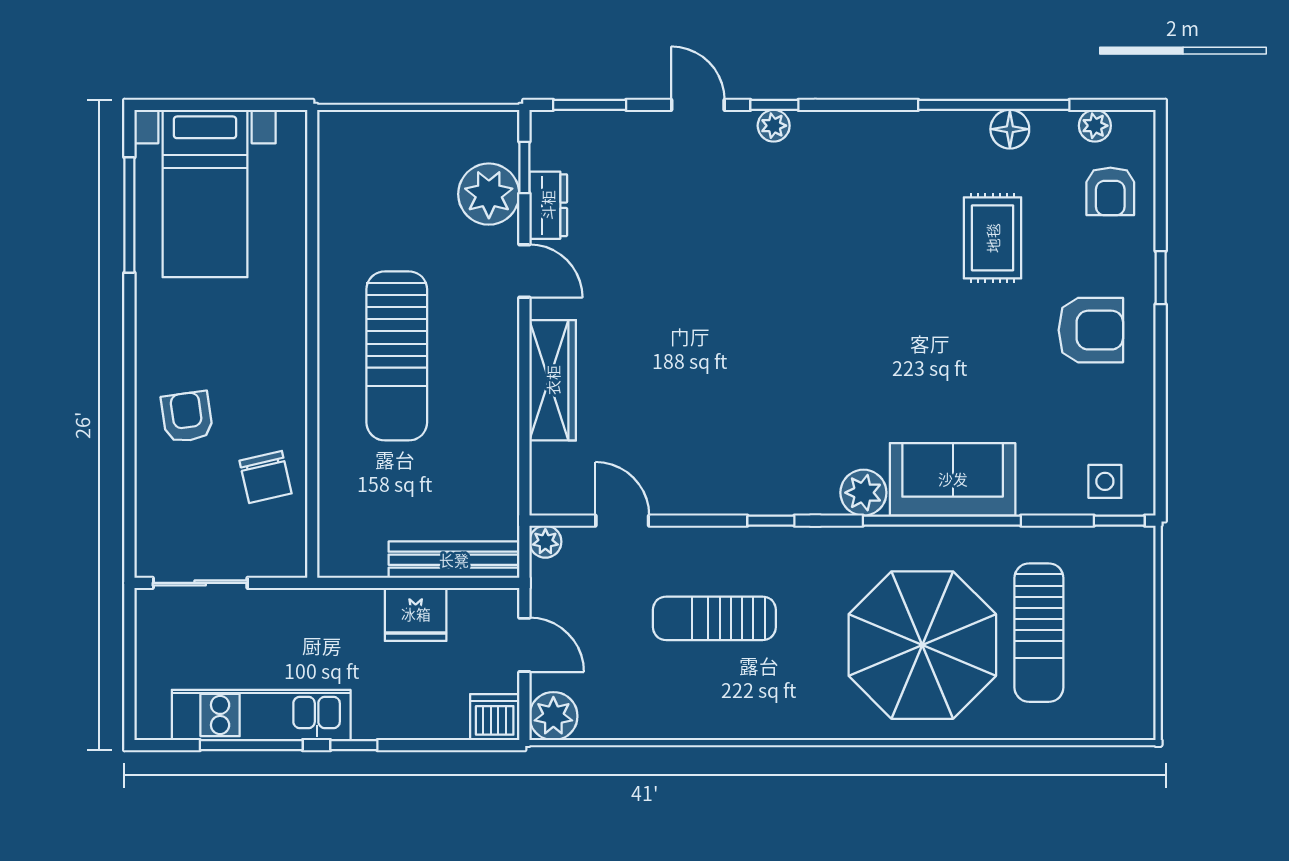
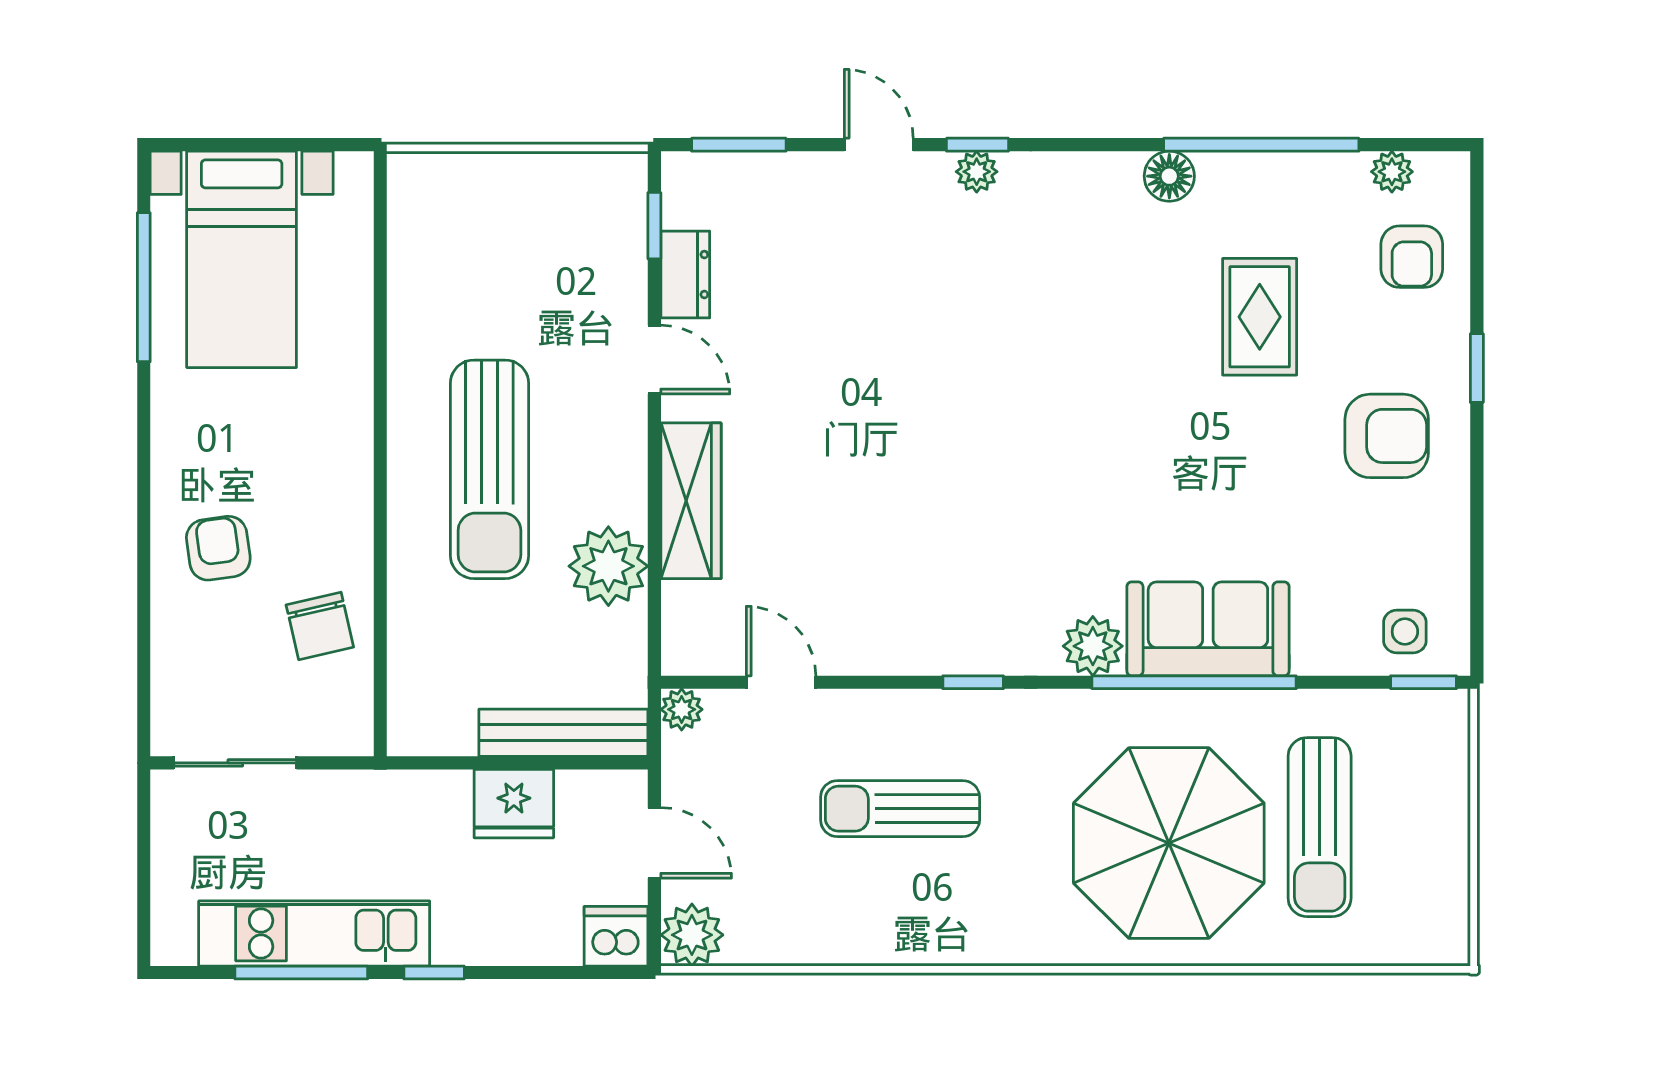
floor lamp: (1010, 129) -> (1169, 176), moved
plant: (489, 194) -> (608, 566), moved

